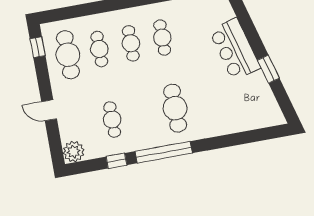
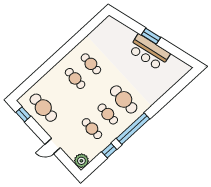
cafe table: (99, 49) -> (108, 114), moved
bar counter: (235, 49) -> (149, 52), moved
window: (268, 69) -> (151, 36), moved

